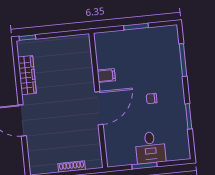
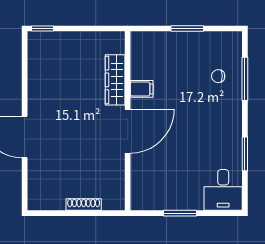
wardrobe: (27, 75) -> (115, 80), moved, turned 180
chair: (152, 99) -> (218, 76), moved
desk: (150, 148) -> (223, 190), moved

